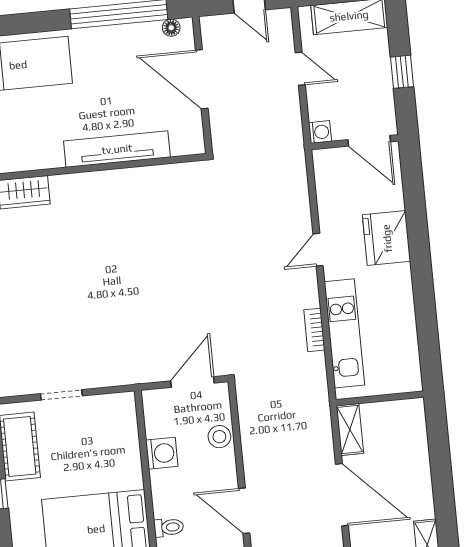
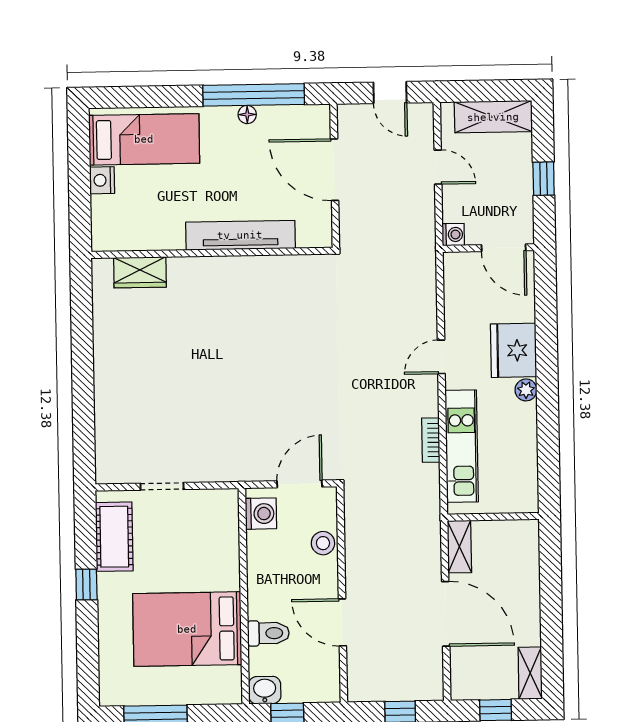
floor lamp: (171, 28) -> (247, 115), moved
plant: (401, 275) -> (526, 390), added
washing machine: (162, 453) -> (261, 514), moved
toilet: (169, 527) -> (268, 633), width x1.37, depth x1.39

